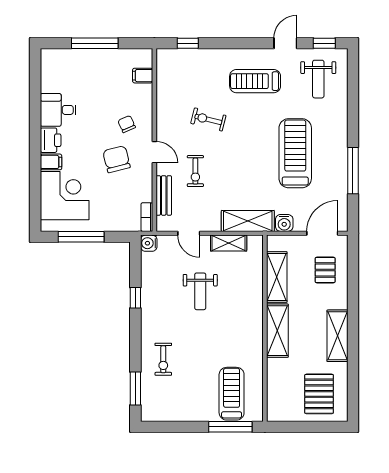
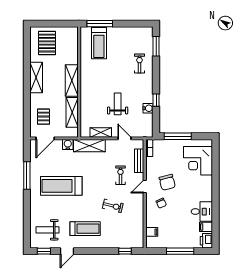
weight bench: (318, 79) -> (48, 230), turned -90
printer: (51, 140) -> (206, 241), moved
door: (154, 152) -> (145, 187), hinge flipped
treadmill: (295, 153) -> (61, 186), turned 90
filing cabinet: (51, 162) -> (206, 227), moved
window: (81, 237) -> (178, 136), moved
water cooler: (149, 243) -> (148, 108), moved

